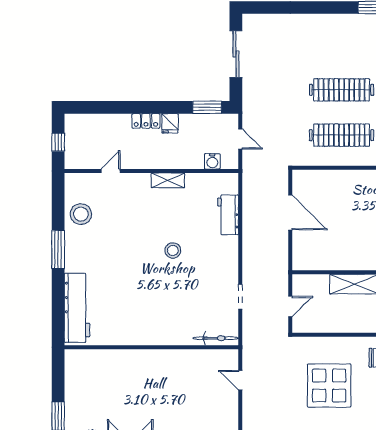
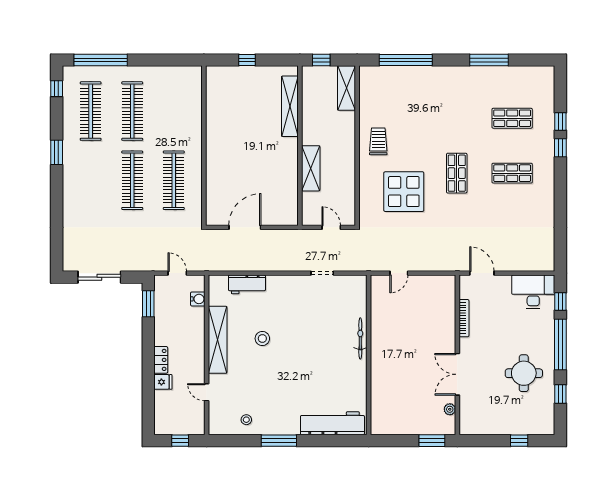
fridge: (170, 123) -> (163, 382), moved
door: (240, 139) -> (177, 273), hinge flipped
shelving: (168, 180) -> (218, 340), width x2.20, depth x1.33
stool: (81, 214) -> (246, 420), width x0.53, depth x0.53
stool: (173, 251) -> (262, 338), moved
bicycle: (216, 338) -> (360, 338), moved

